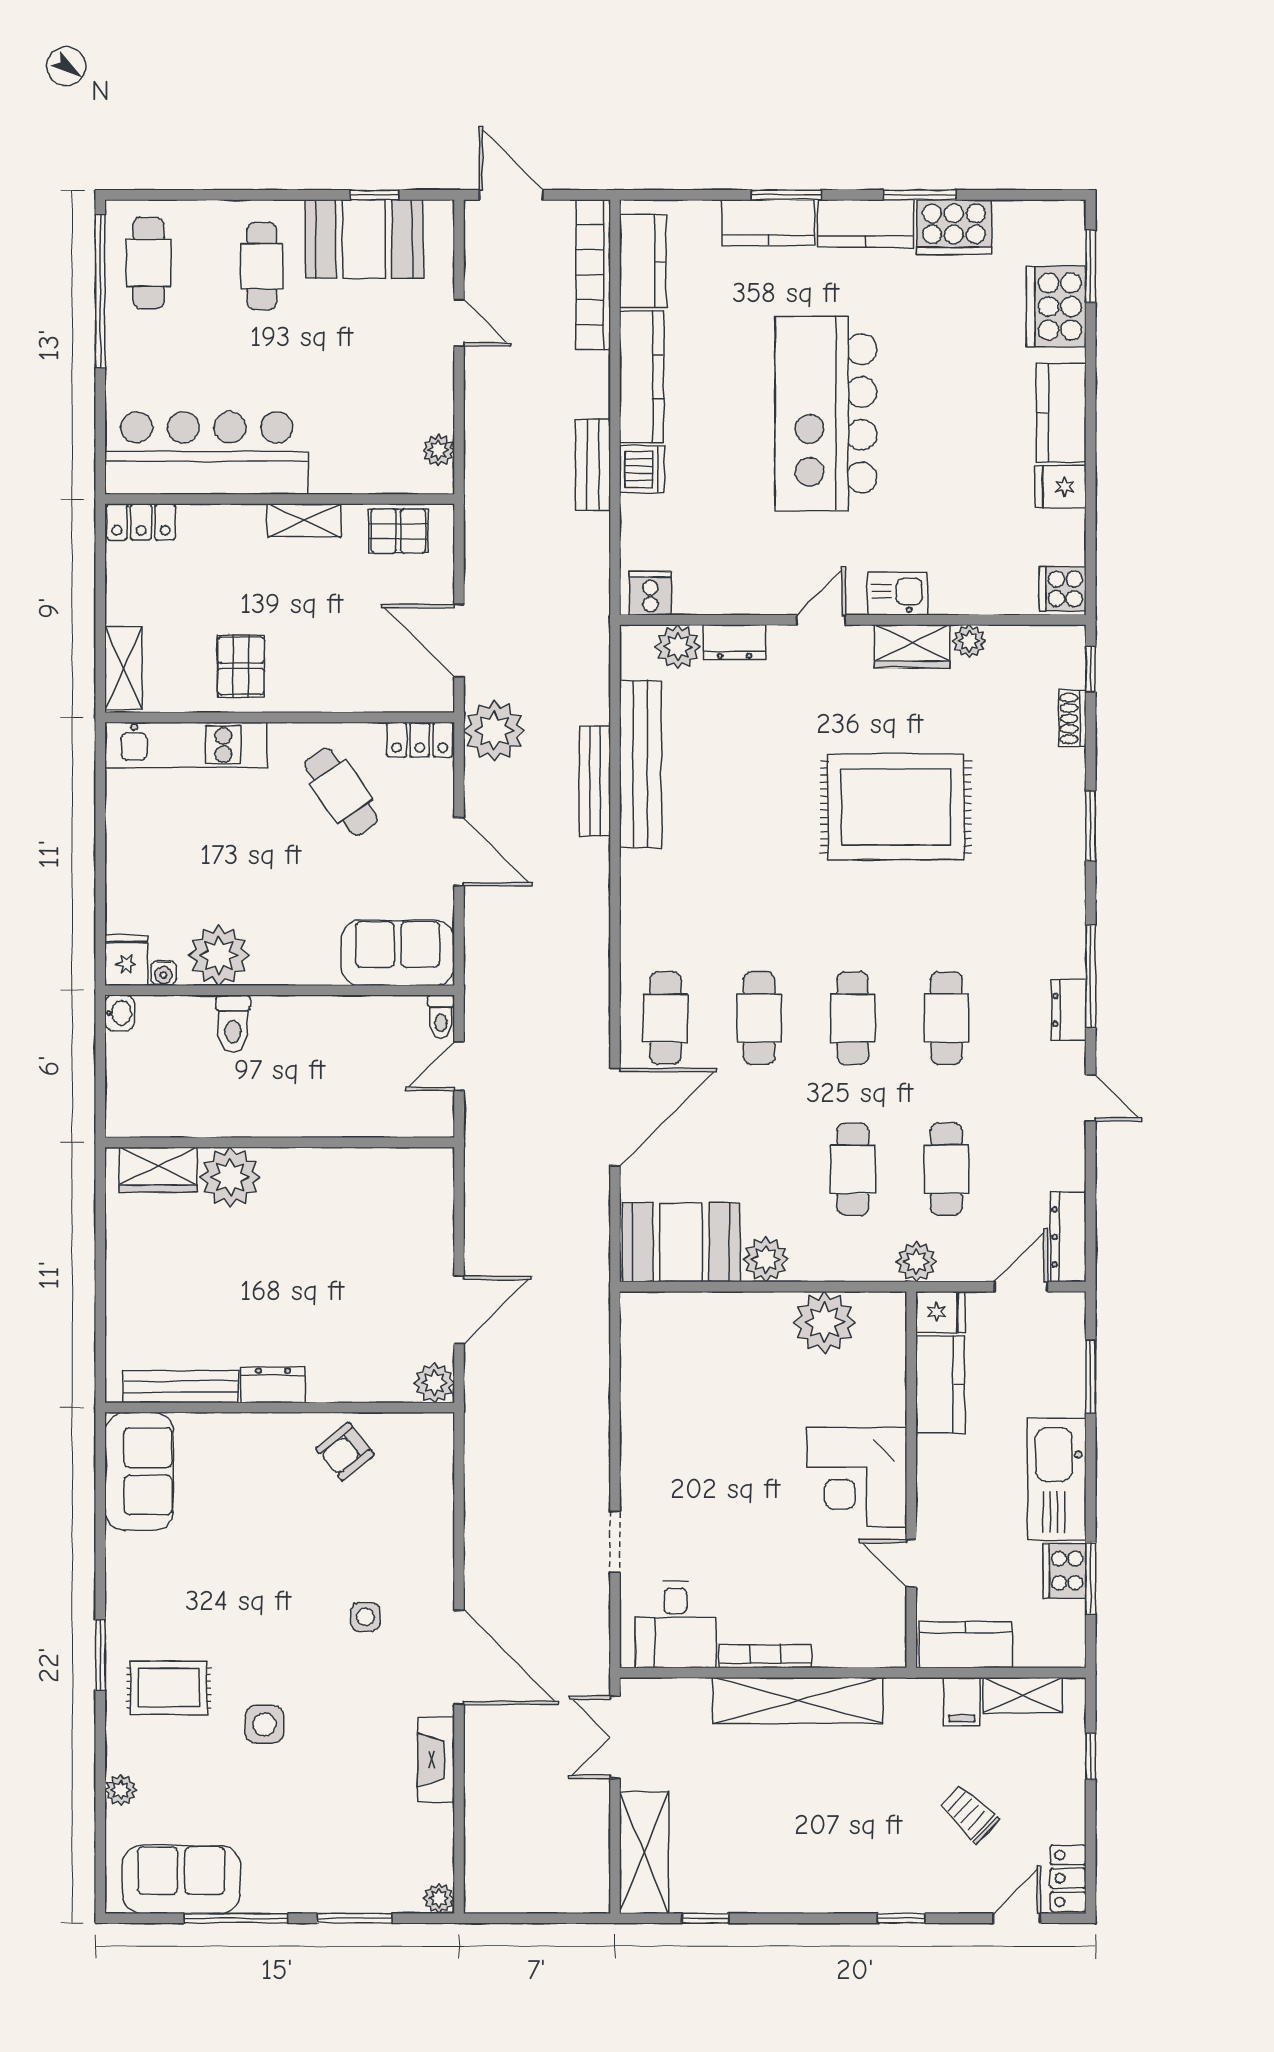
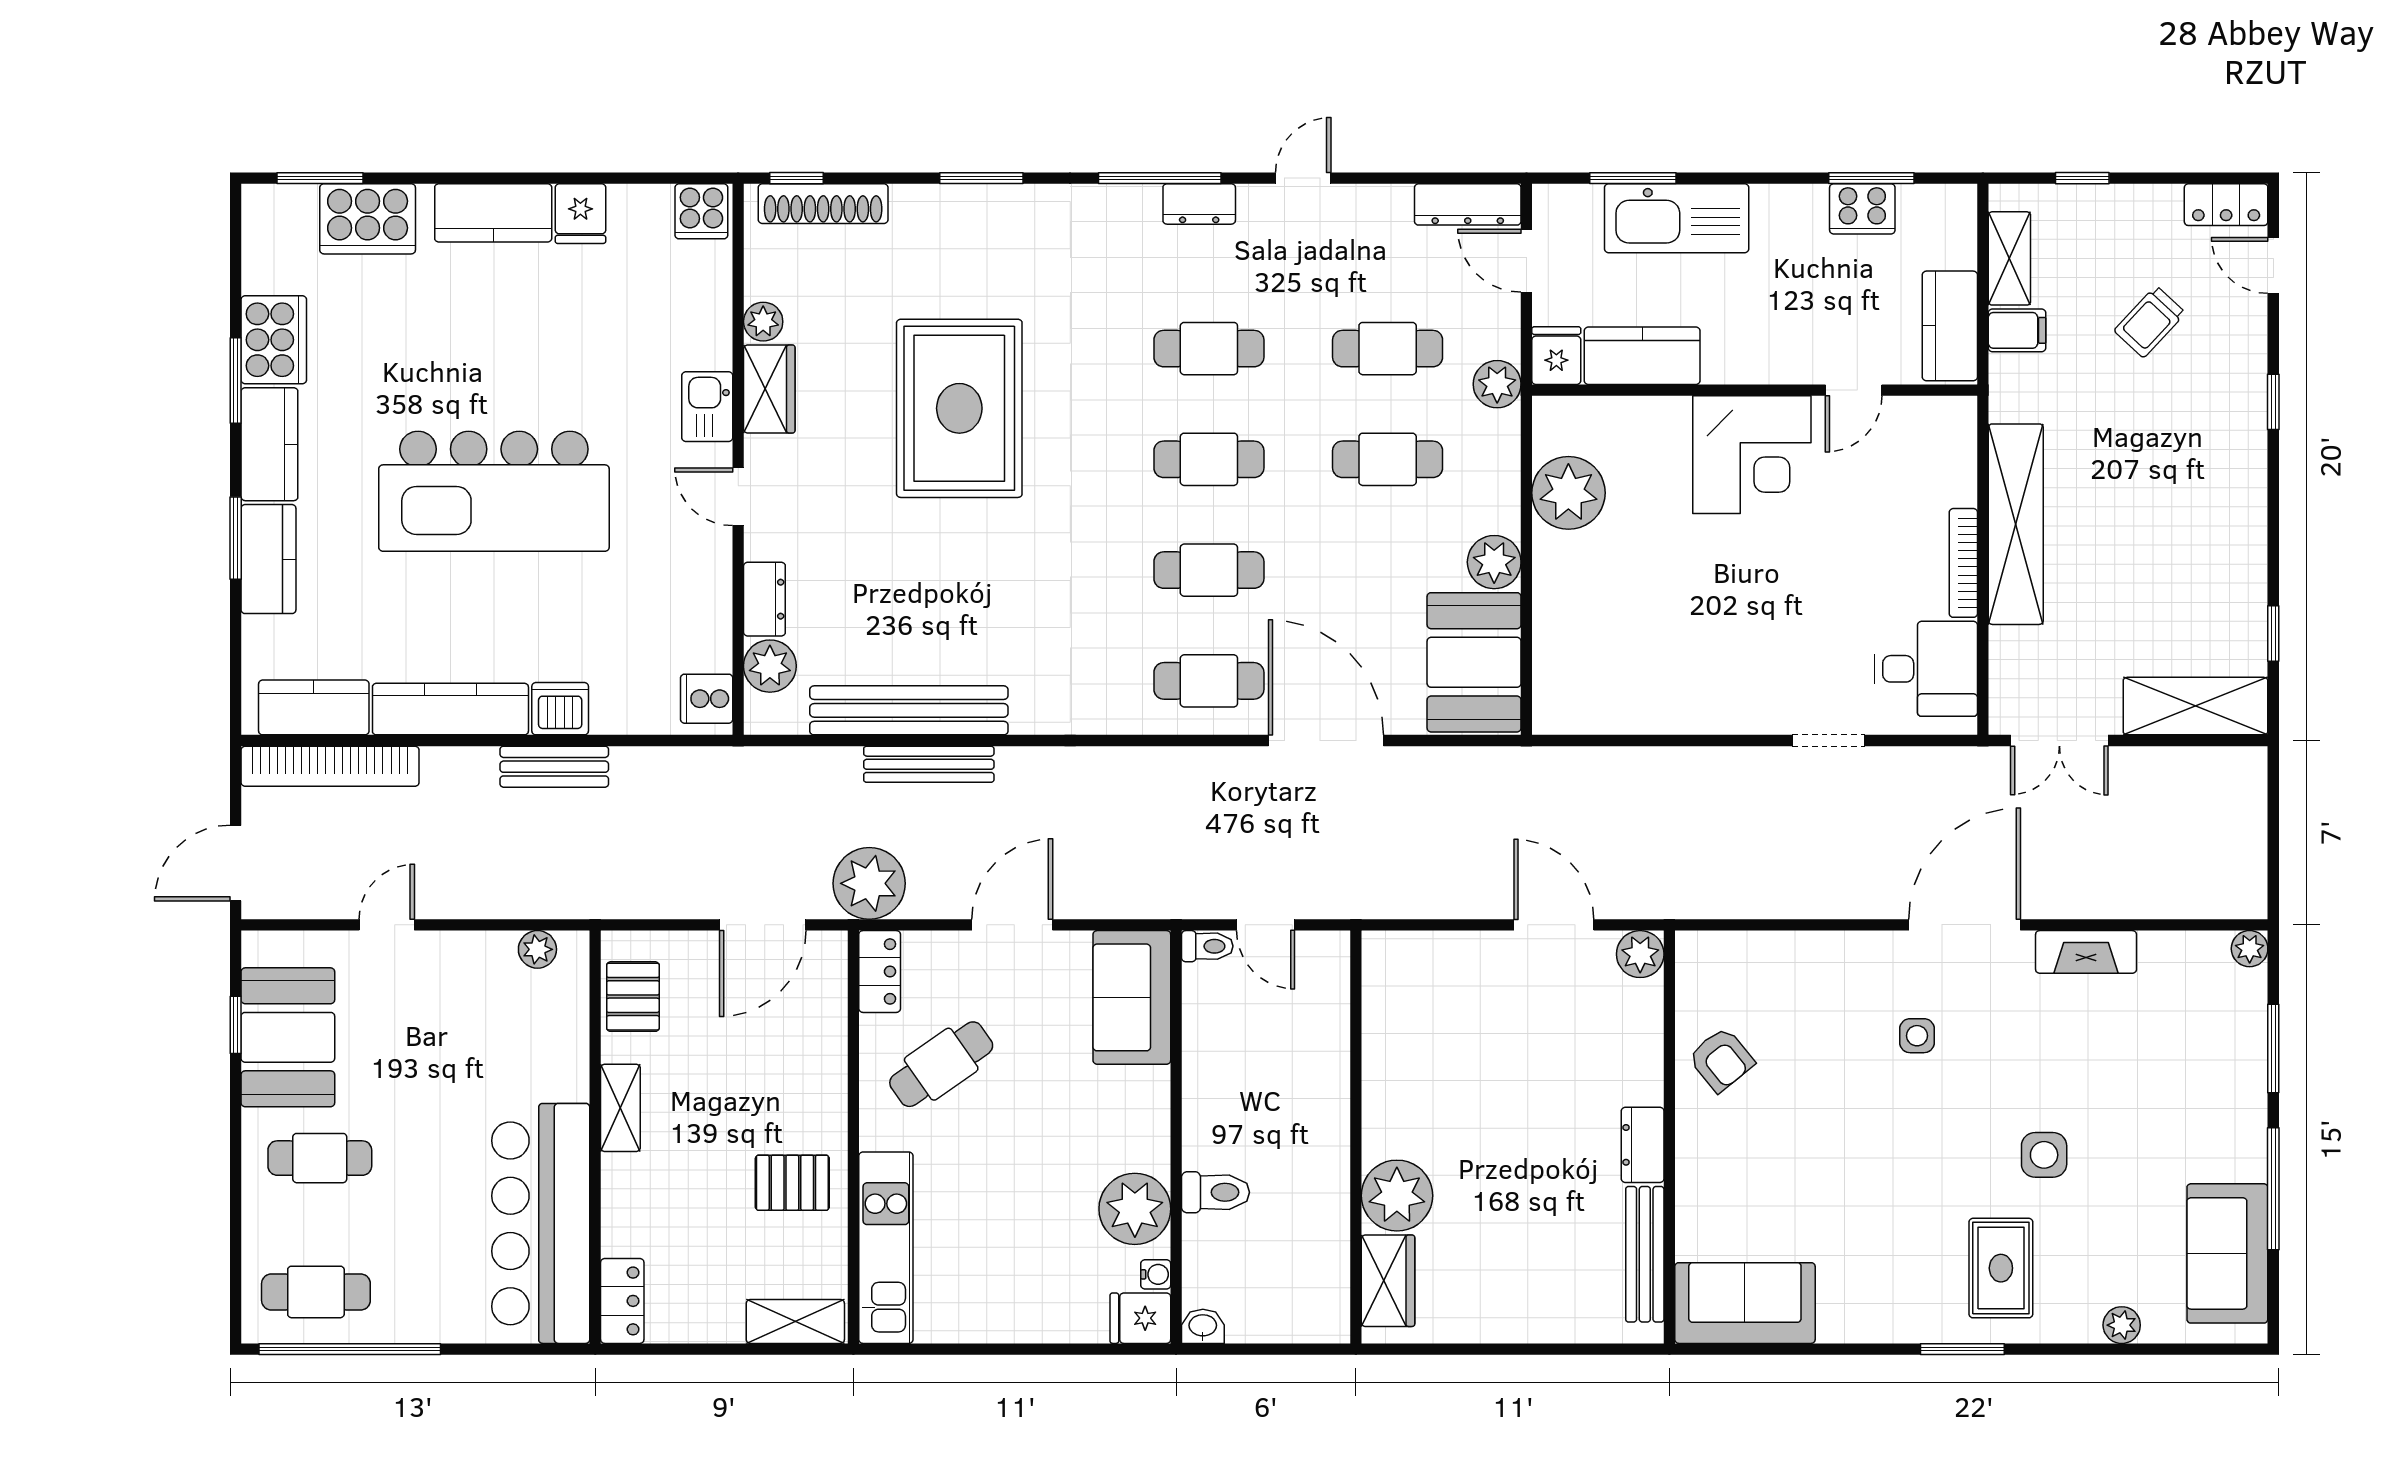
shoe rack: (1072, 718) -> (823, 204), width x1.94, depth x1.24
kitchen sink: (1057, 1479) -> (1677, 218), moved

